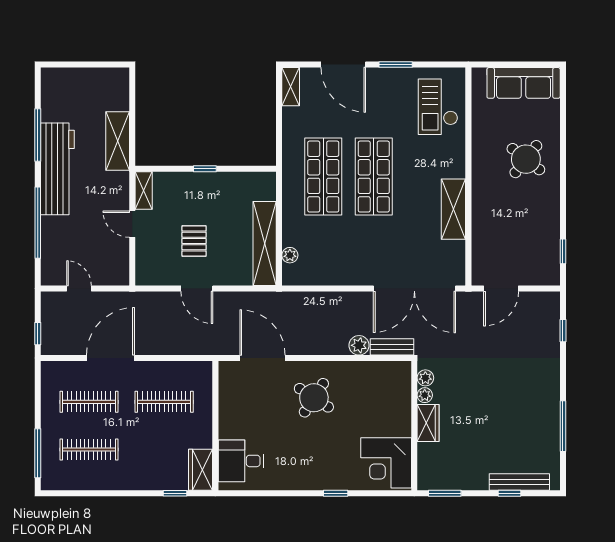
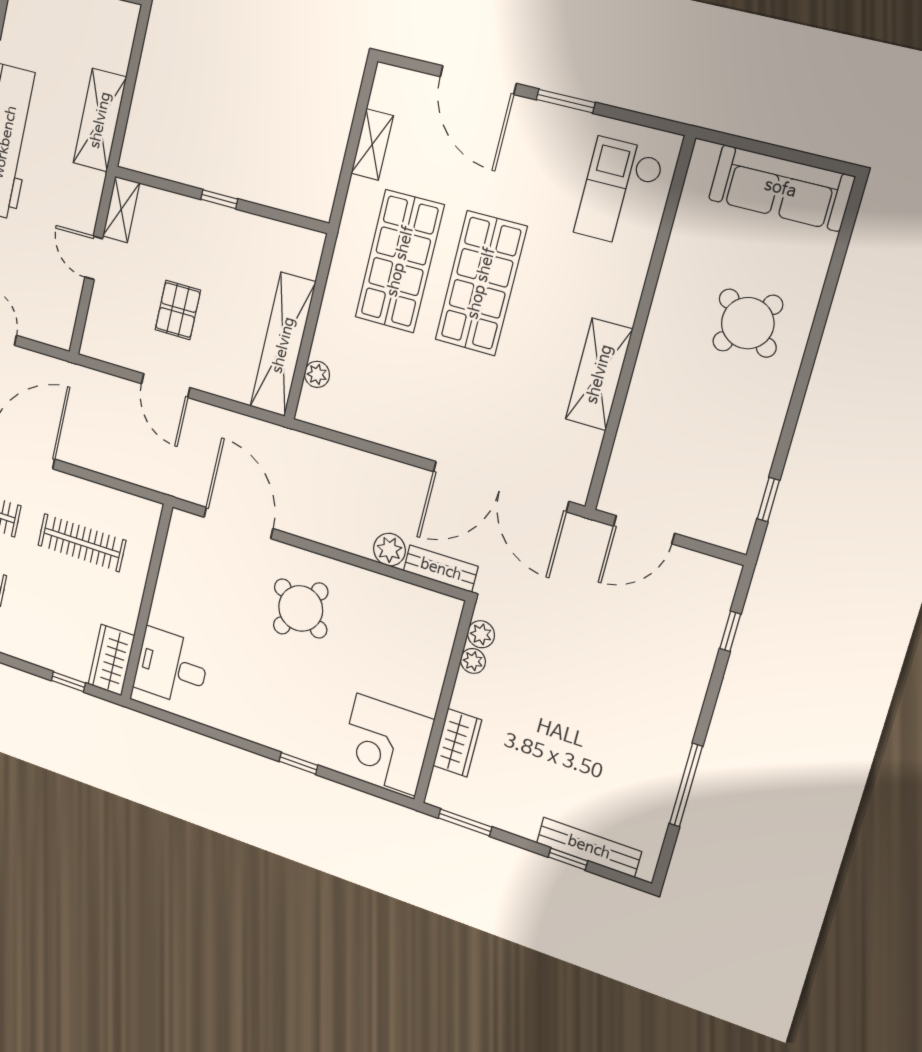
shelving: (291, 87) -> (372, 145), moved
wardrobe: (428, 423) -> (457, 743), moved

